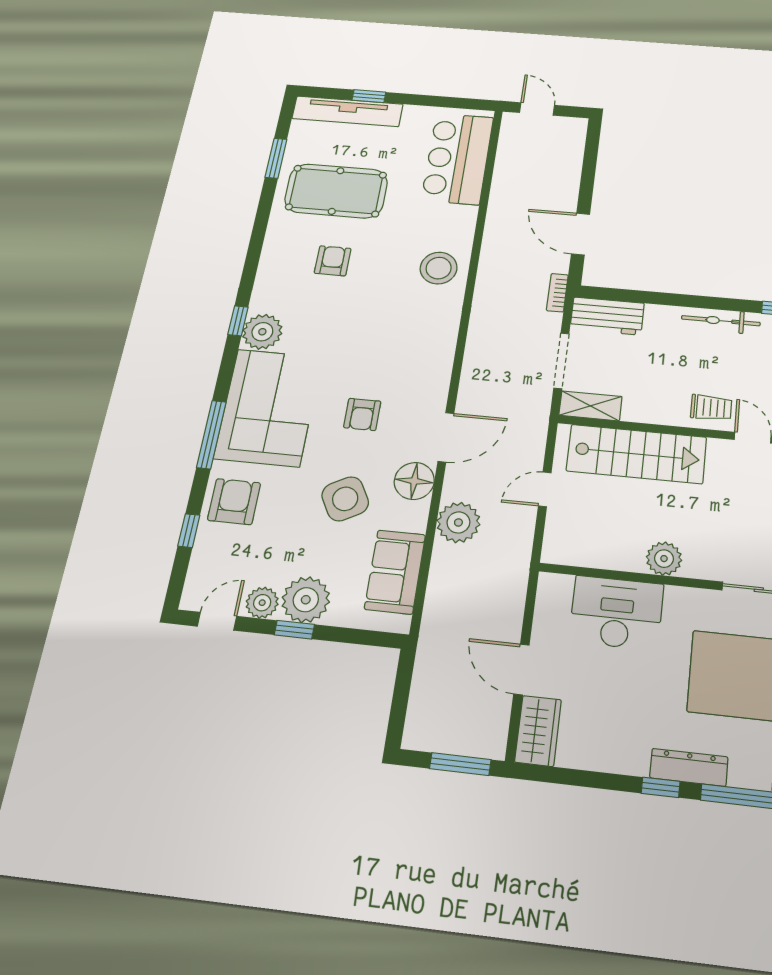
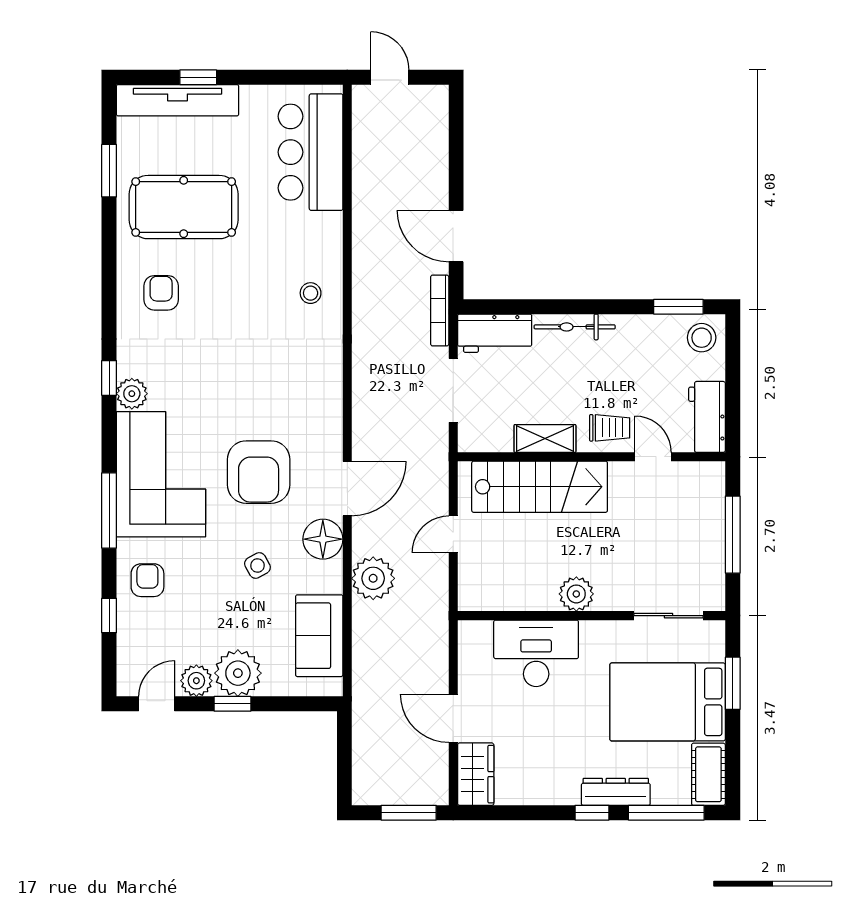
armchair: (333, 261) -> (161, 293), moved
stool: (439, 268) -> (311, 293), width x0.53, depth x0.53
bookcase: (557, 293) -> (440, 310), width x1.56
bicycle: (721, 321) -> (575, 327), moved
plant: (262, 332) -> (132, 394), width x0.73, depth x0.73
shelving: (590, 406) -> (545, 438), moved
armchair: (362, 414) -> (259, 472), width x1.88, depth x1.88
side table: (345, 499) -> (257, 566), width x0.54, depth x0.54
armchair: (234, 502) -> (147, 580), width x0.72, depth x0.72

